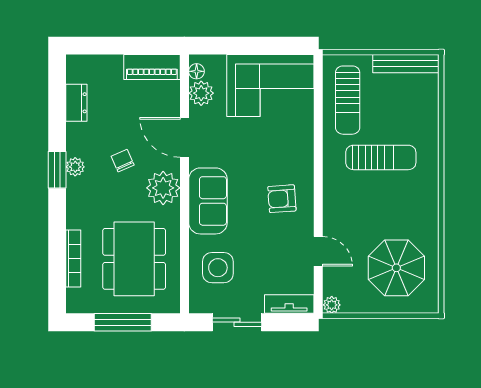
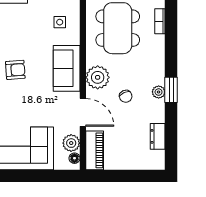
piano: (152, 67) -> (95, 150), moved, turned 90
bookcase: (73, 259) -> (160, 21), width x0.64
side table: (218, 268) -> (60, 22), width x0.54, depth x0.54

